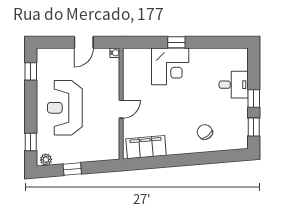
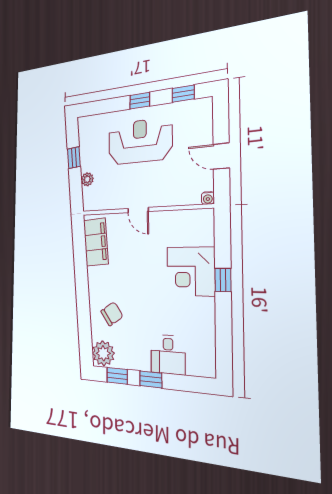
plant: (237, 139) -> (103, 353), added
window: (31, 142) -> (140, 101), moved
plant: (46, 160) -> (87, 179), moved

